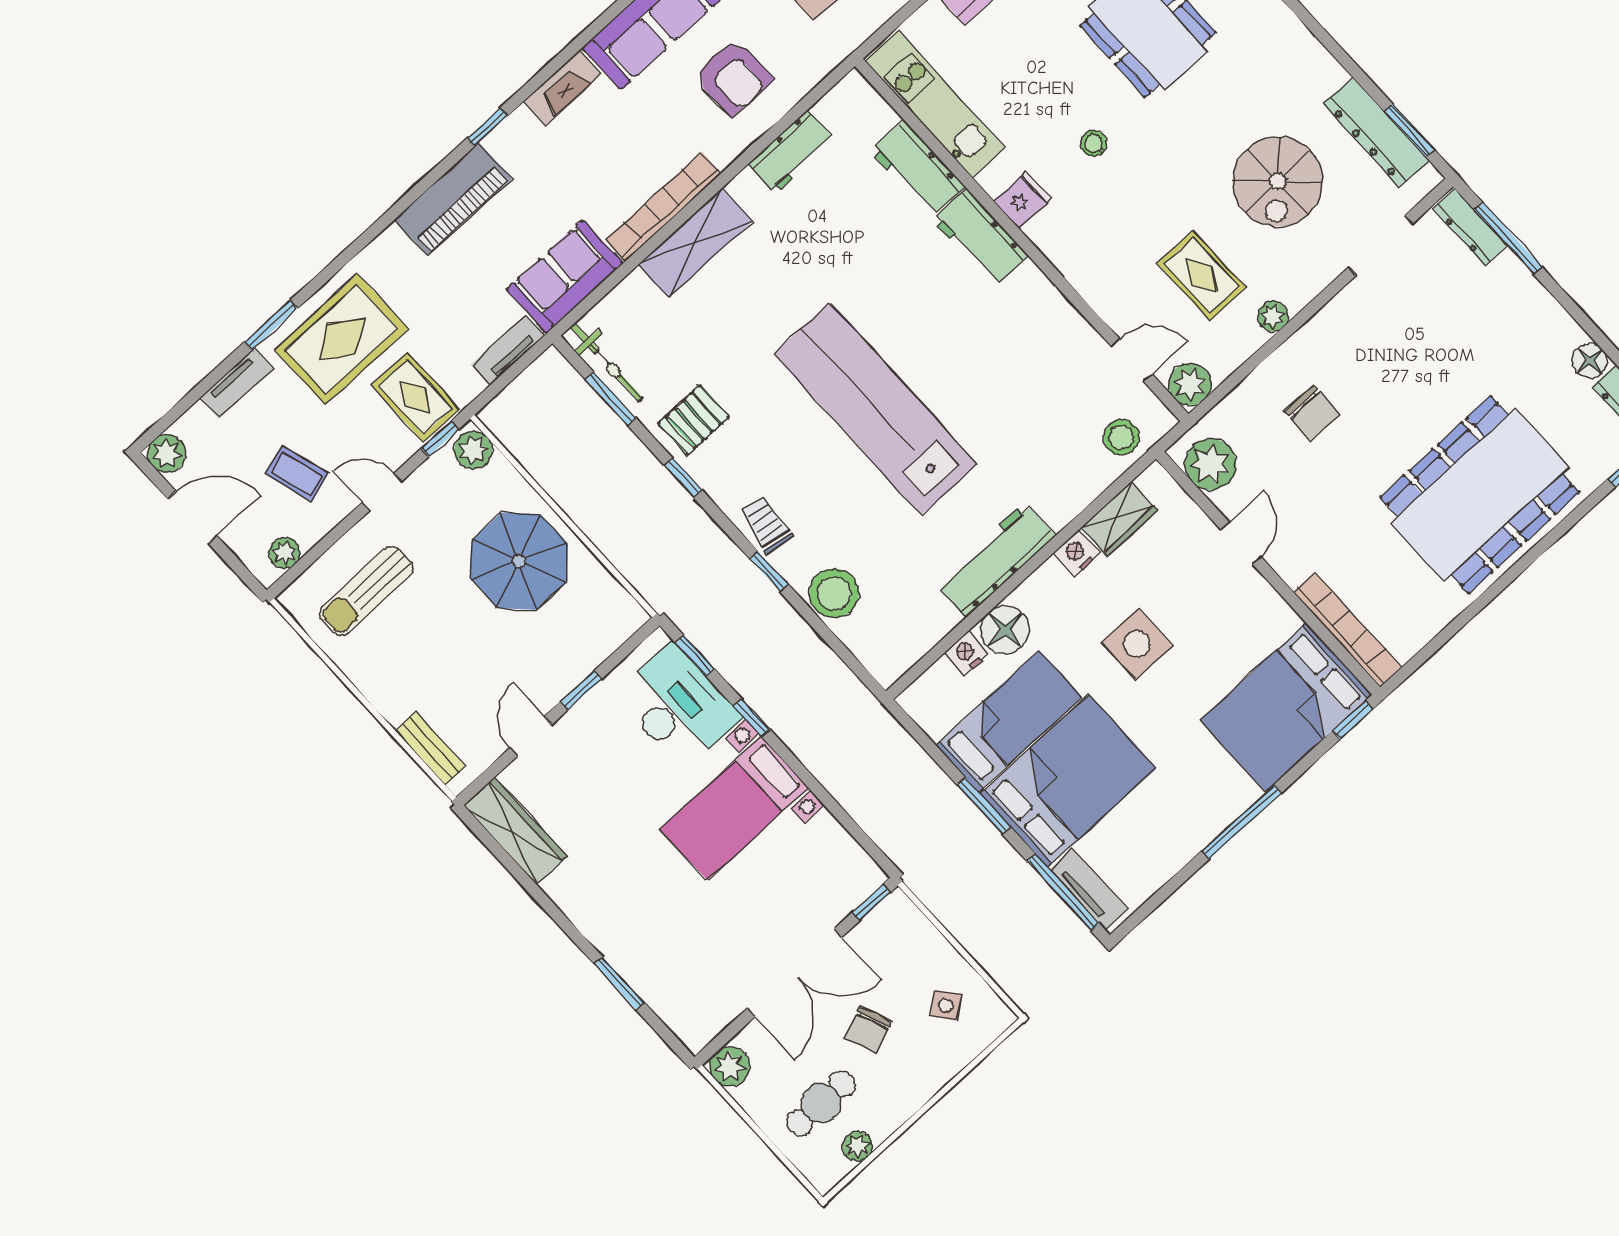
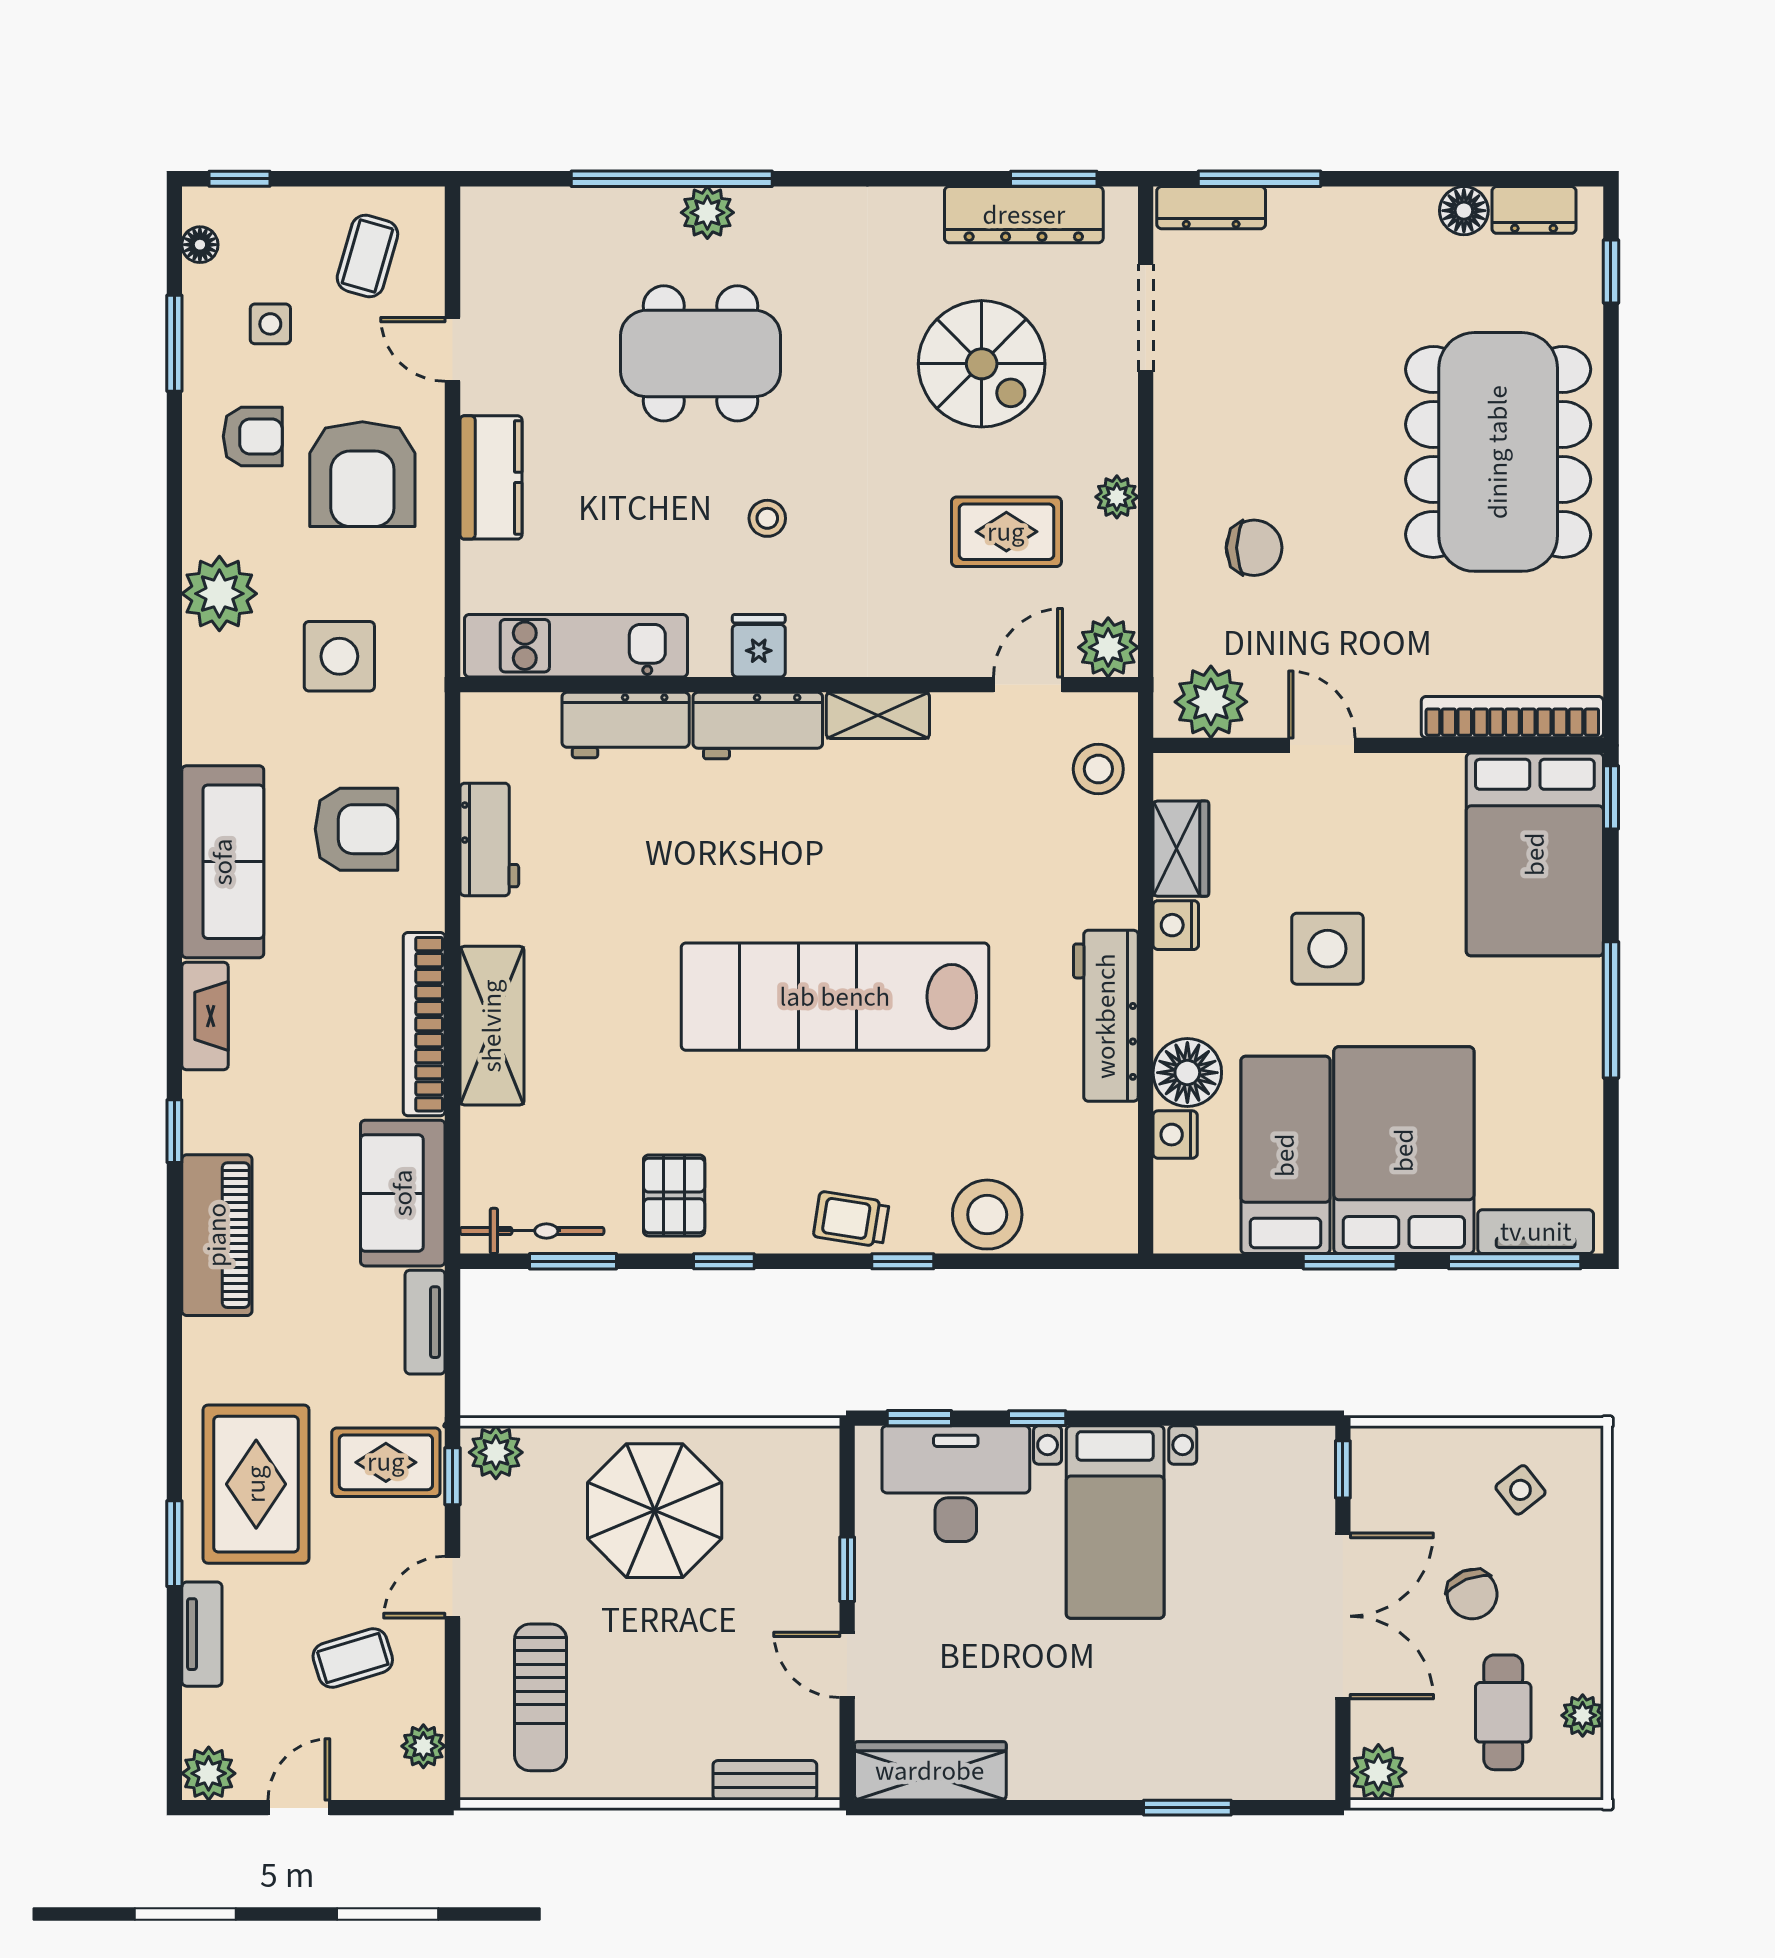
shelving: (1043, 296) -> (878, 715), added
door: (192, 517) -> (299, 1808), width x0.73

